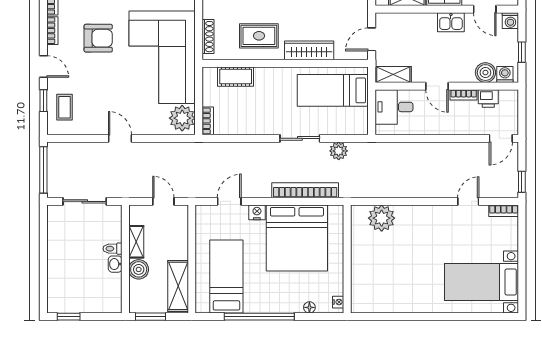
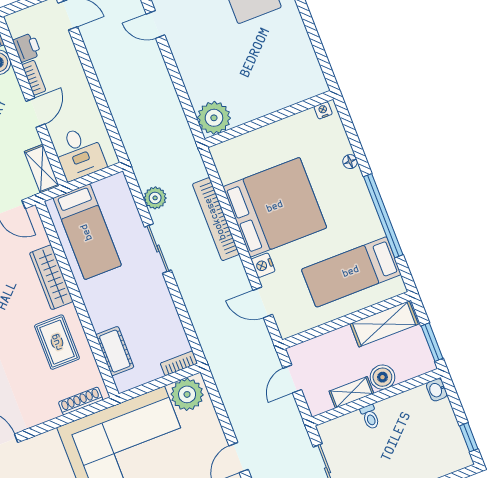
wall: (347, 259) -> (269, 119), moved
washbasin: (115, 264) -> (437, 390), moved, turned 90
nightstand: (338, 302) -> (323, 110), moved

